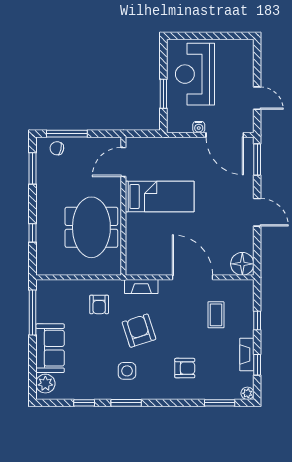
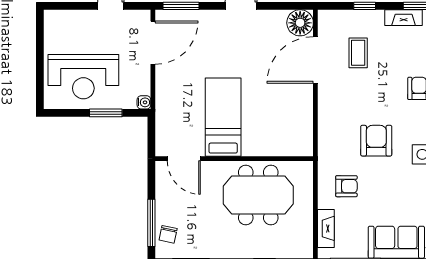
water cooler: (199, 127) -> (144, 102), moved
door: (192, 277) -> (315, 60), moved
fireplace: (141, 287) -> (326, 228), moved
coffee table: (216, 315) -> (358, 53), turned 90
armchair: (139, 331) -> (376, 141), turned 108

